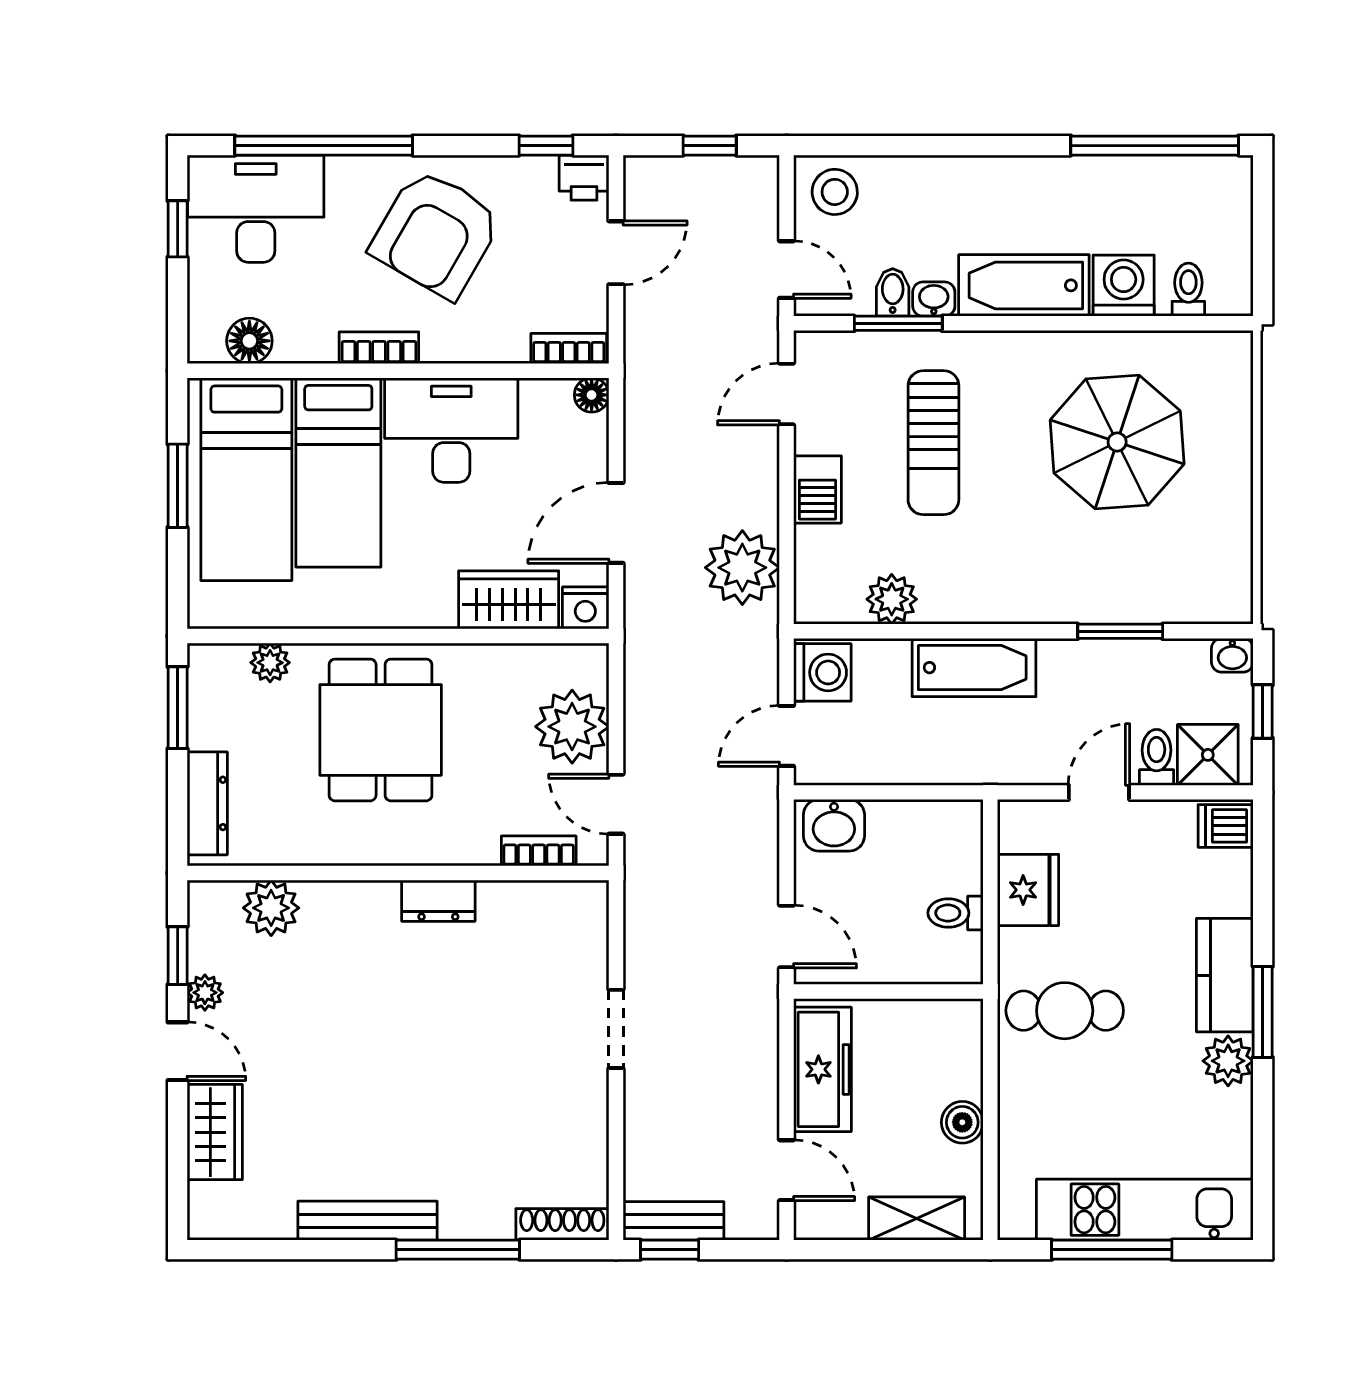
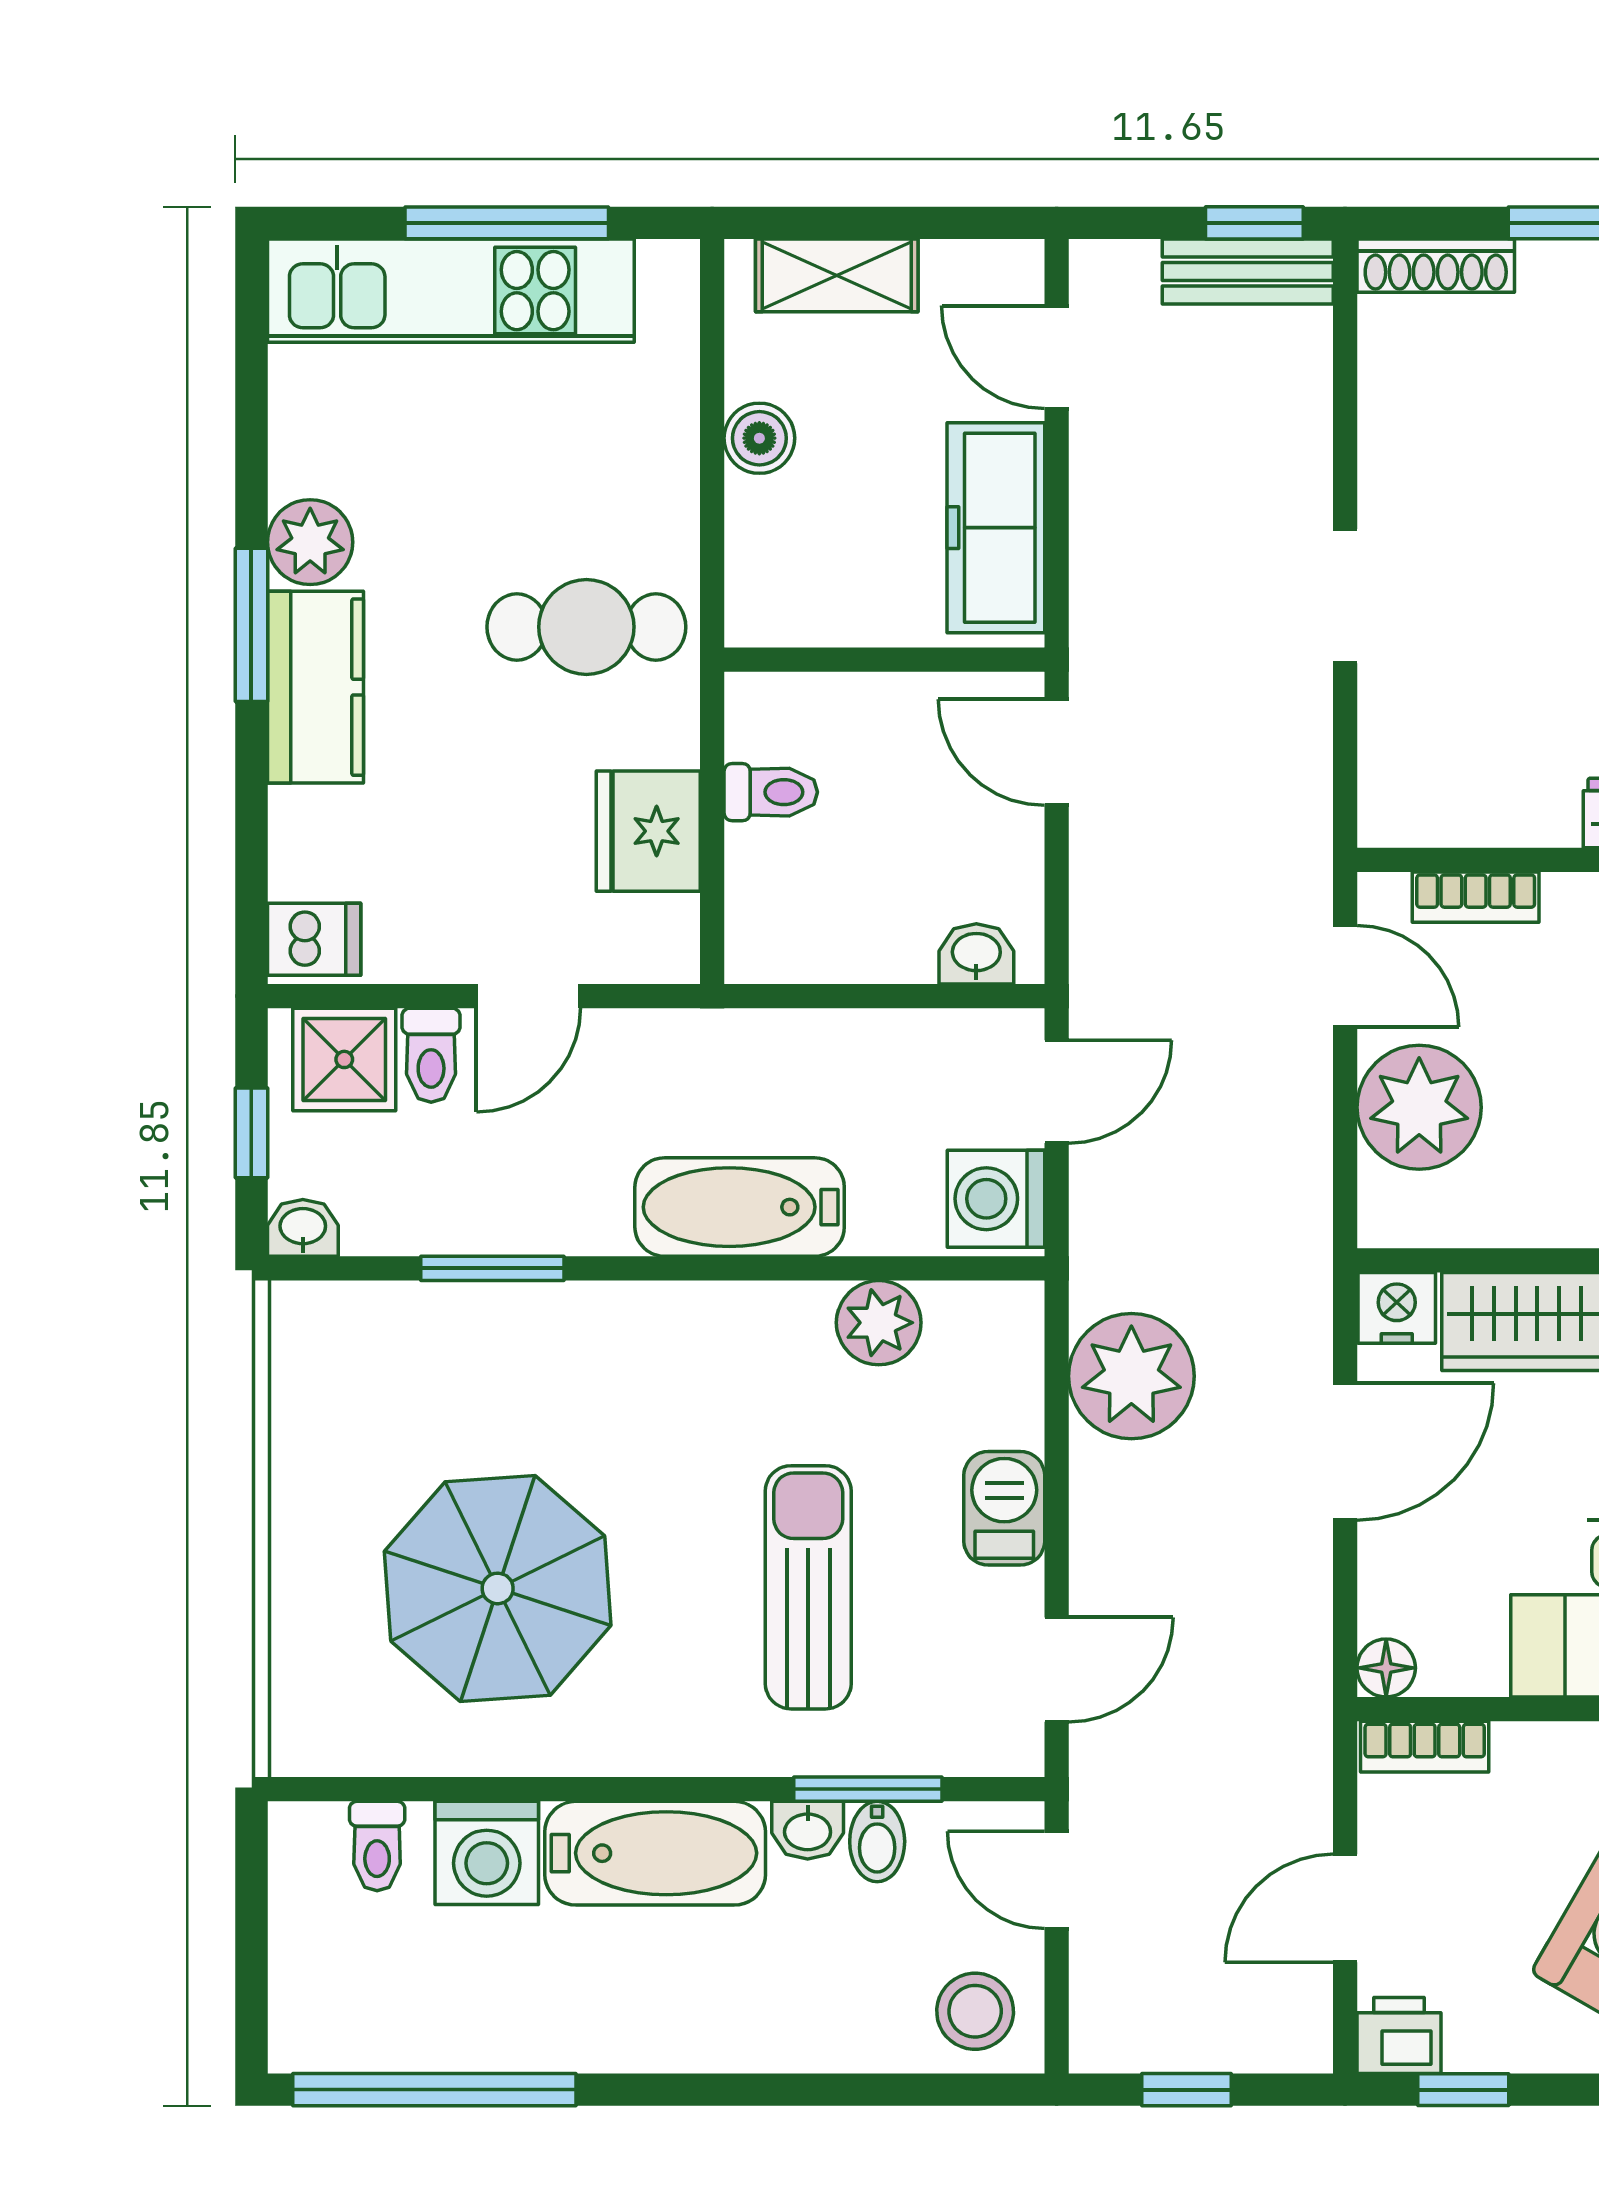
washbasin: (834, 825) -> (976, 954), width x0.72, depth x0.69

